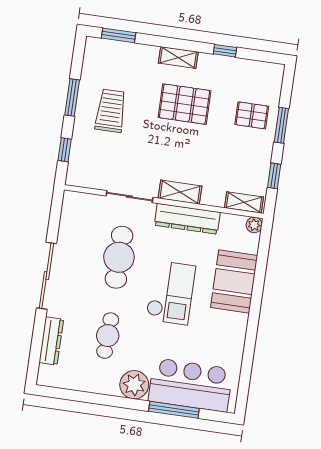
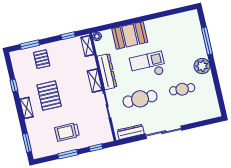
window: (281, 125) -> (30, 45), moved
dresser: (51, 341) -> (131, 132), moved
bar counter: (190, 385) -> (191, 37), removed

